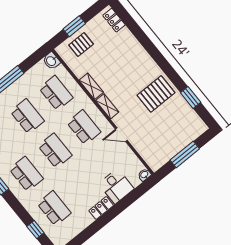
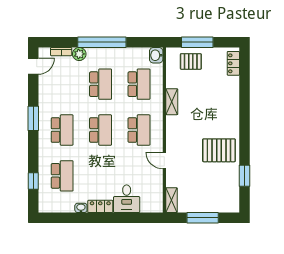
window: (74, 26) -> (197, 42), width x1.44
shelving: (107, 106) -> (172, 200), moved
washbasin: (144, 175) -> (81, 208), moved

